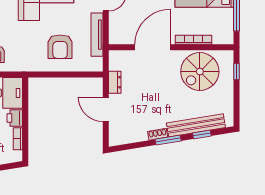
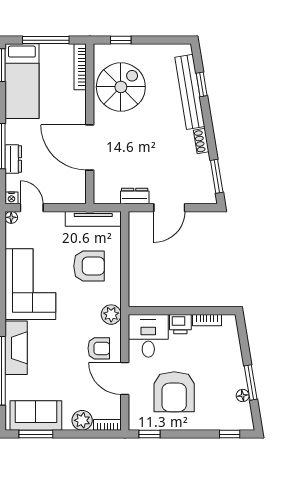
tv unit: (97, 35) -> (93, 219), moved
bookcase: (193, 40) -> (80, 67), moved
plant: (22, 64) -> (111, 315), added
spiral stairs: (200, 72) -> (121, 87), turned -90
window: (168, 140) -> (217, 176), moved

